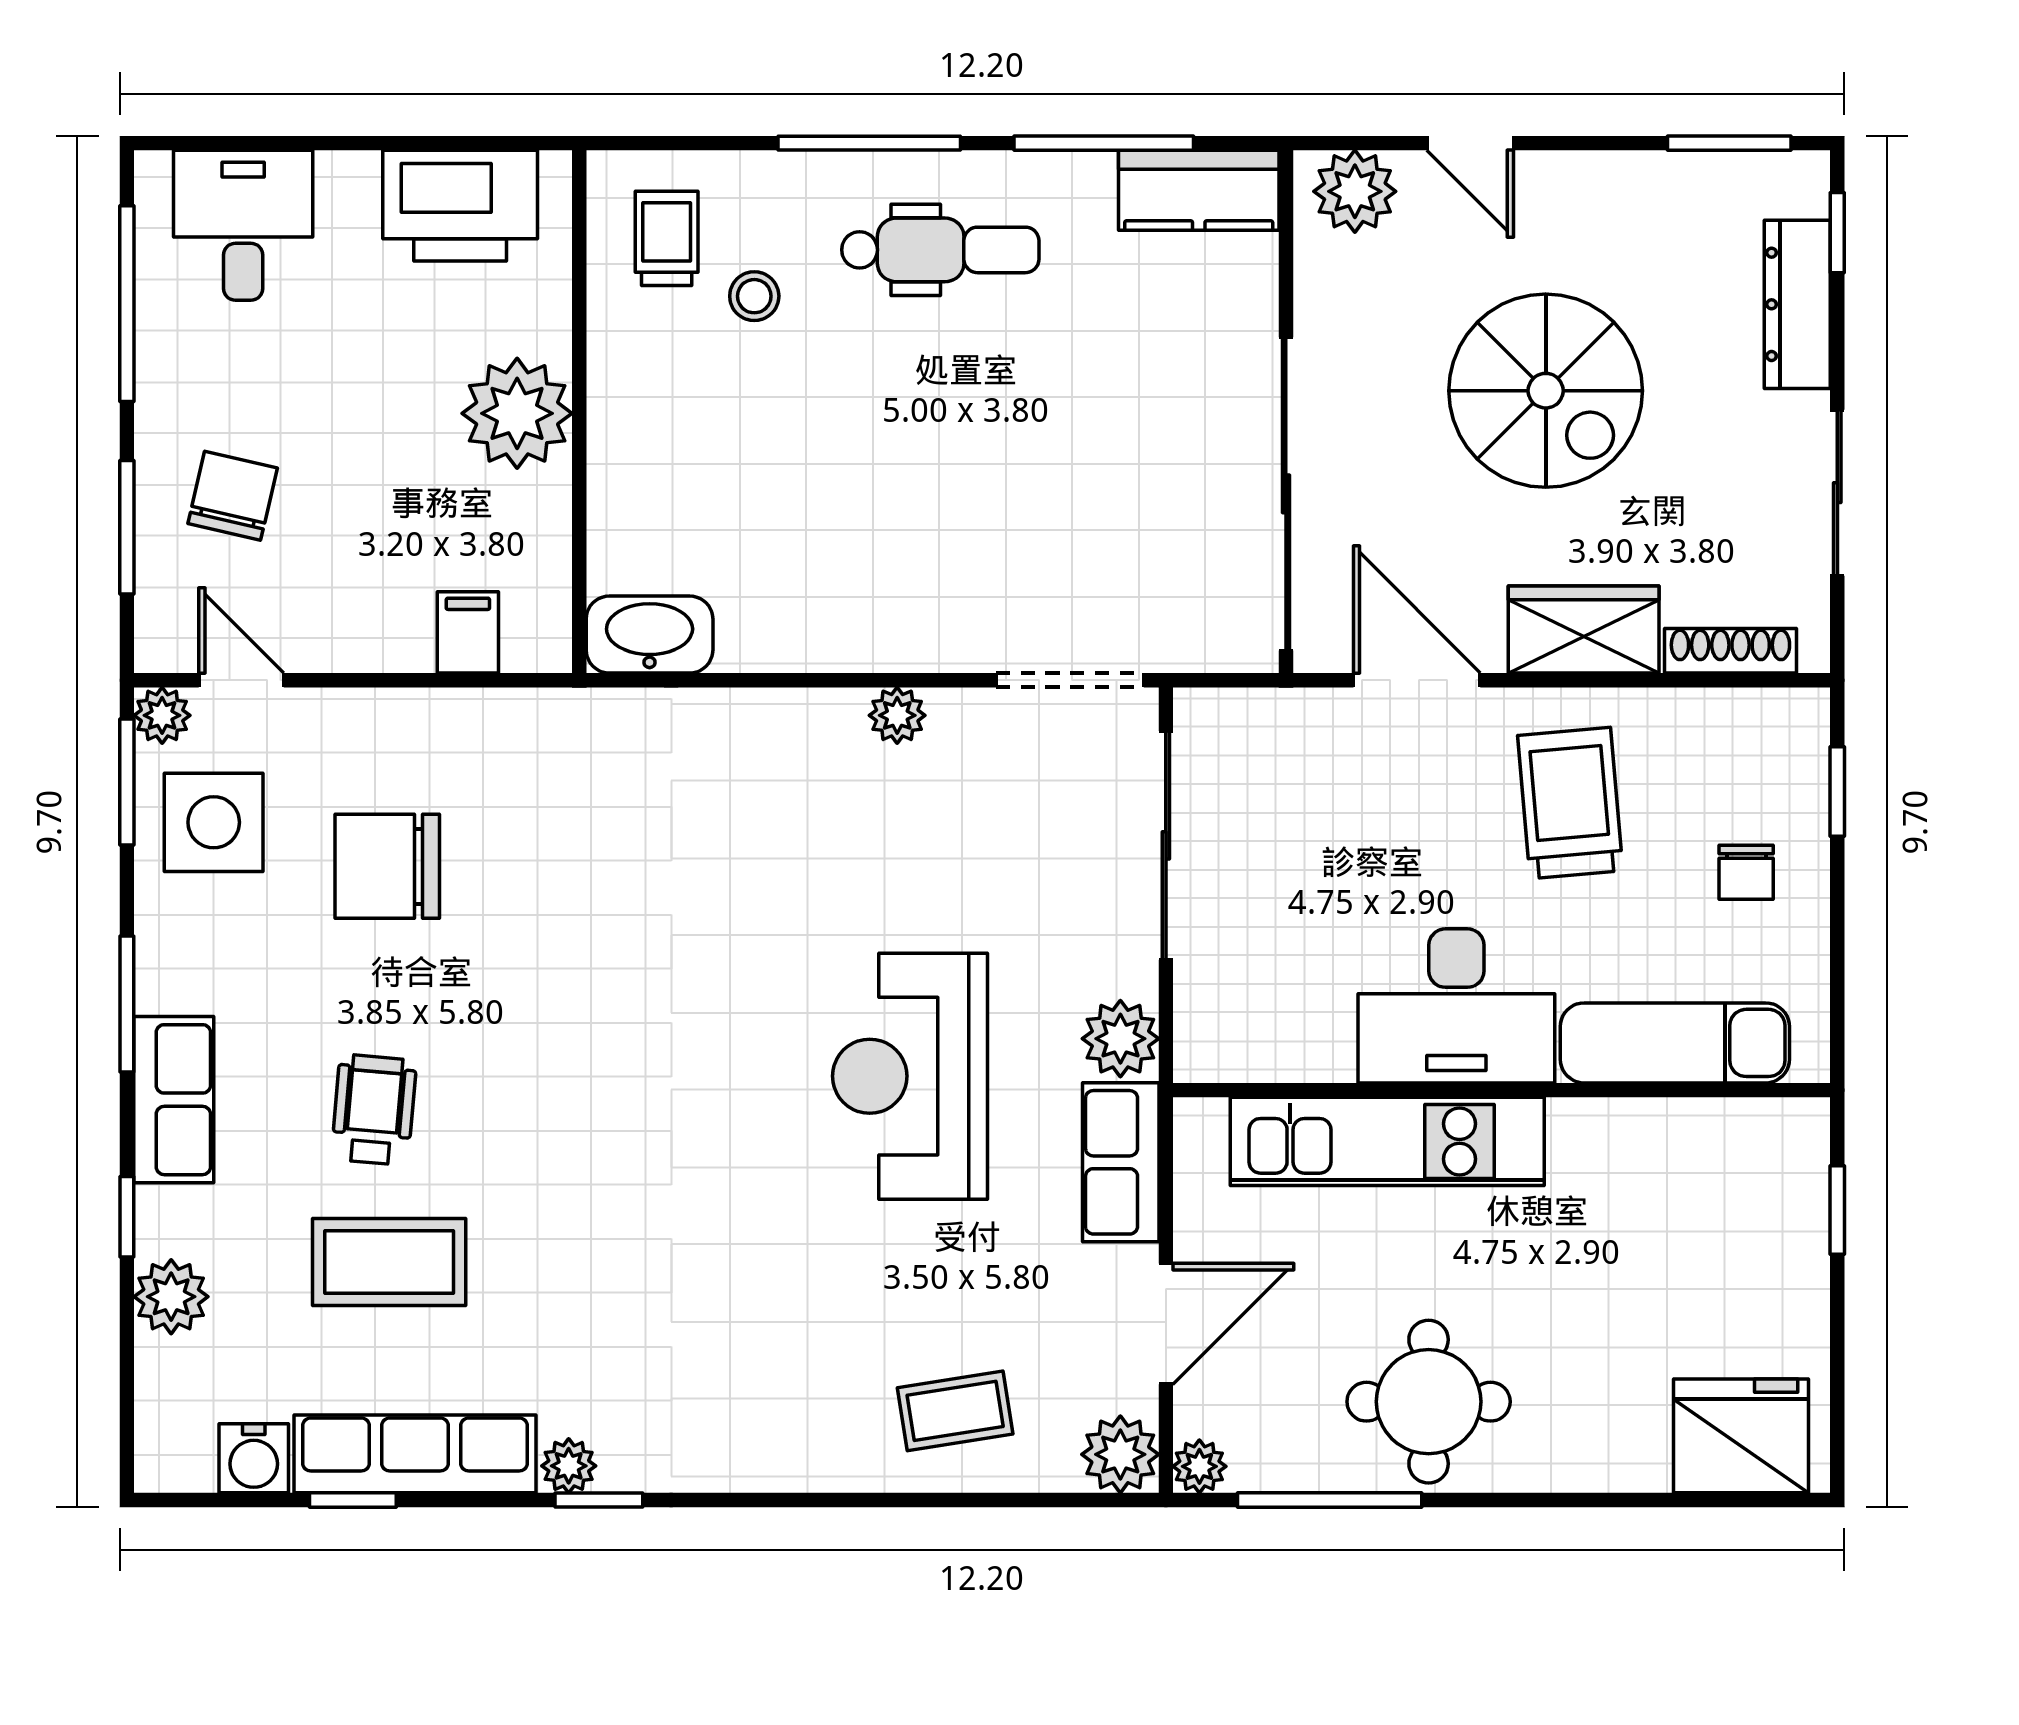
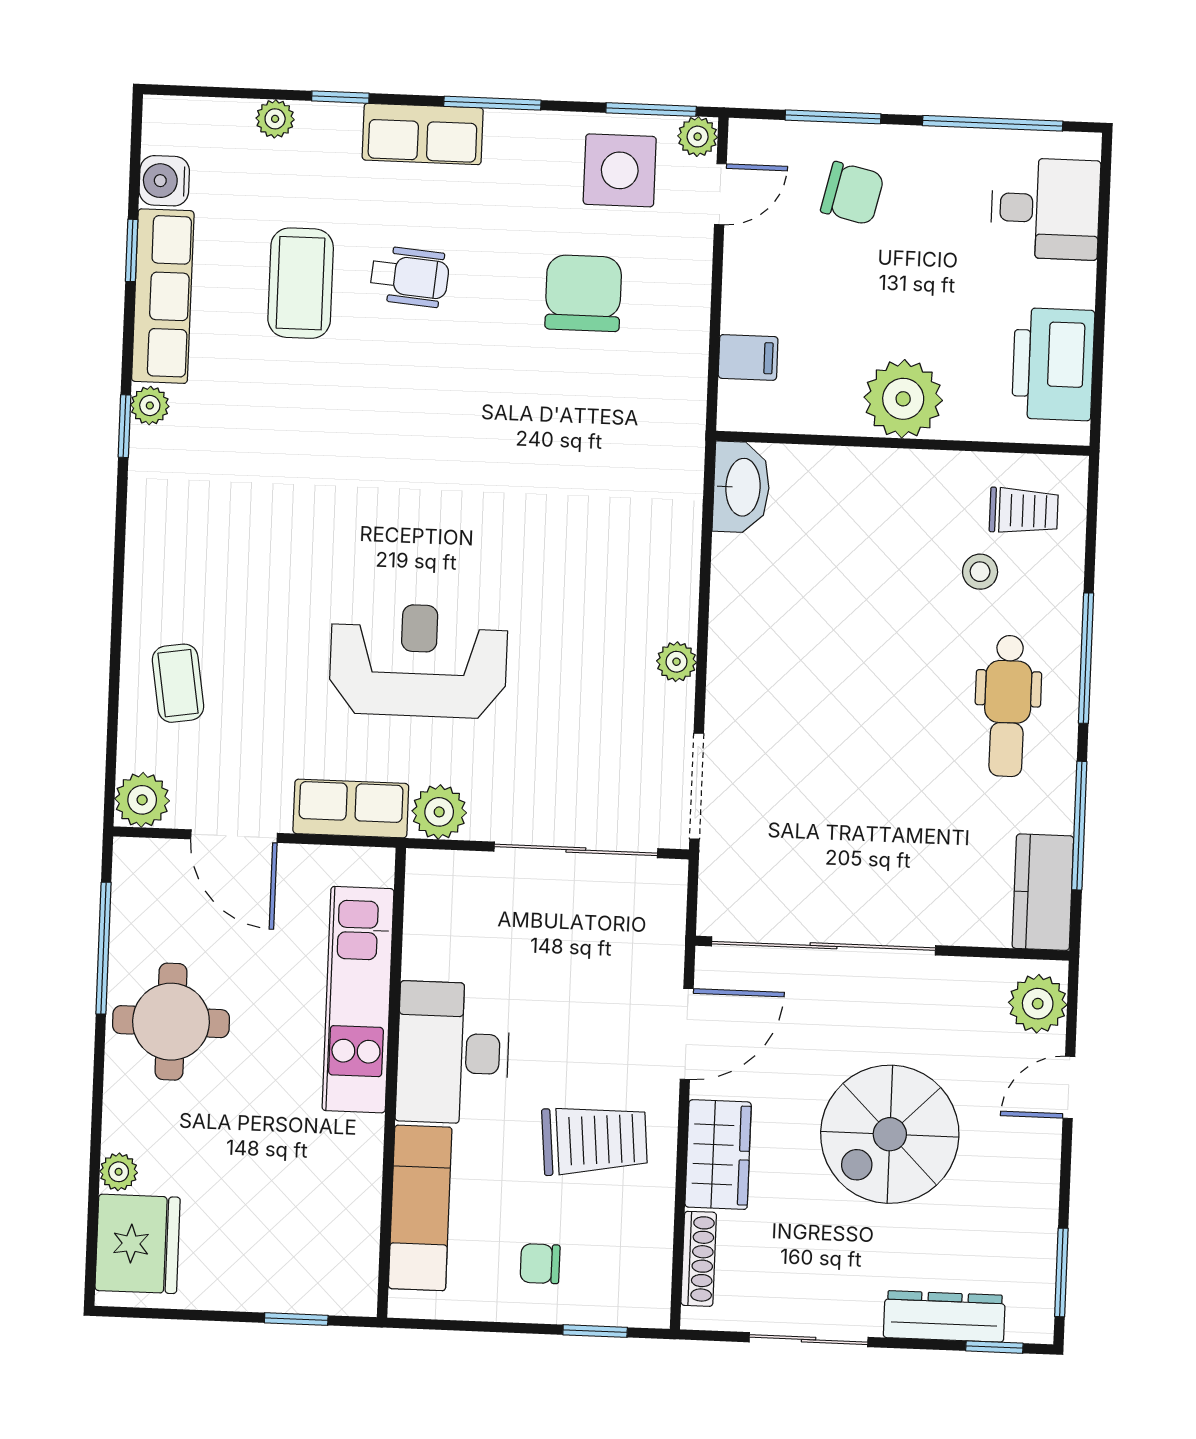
plant: (171, 1297) -> (275, 119), width x0.73, depth x0.73
plant: (1199, 1466) -> (119, 1172), moved

